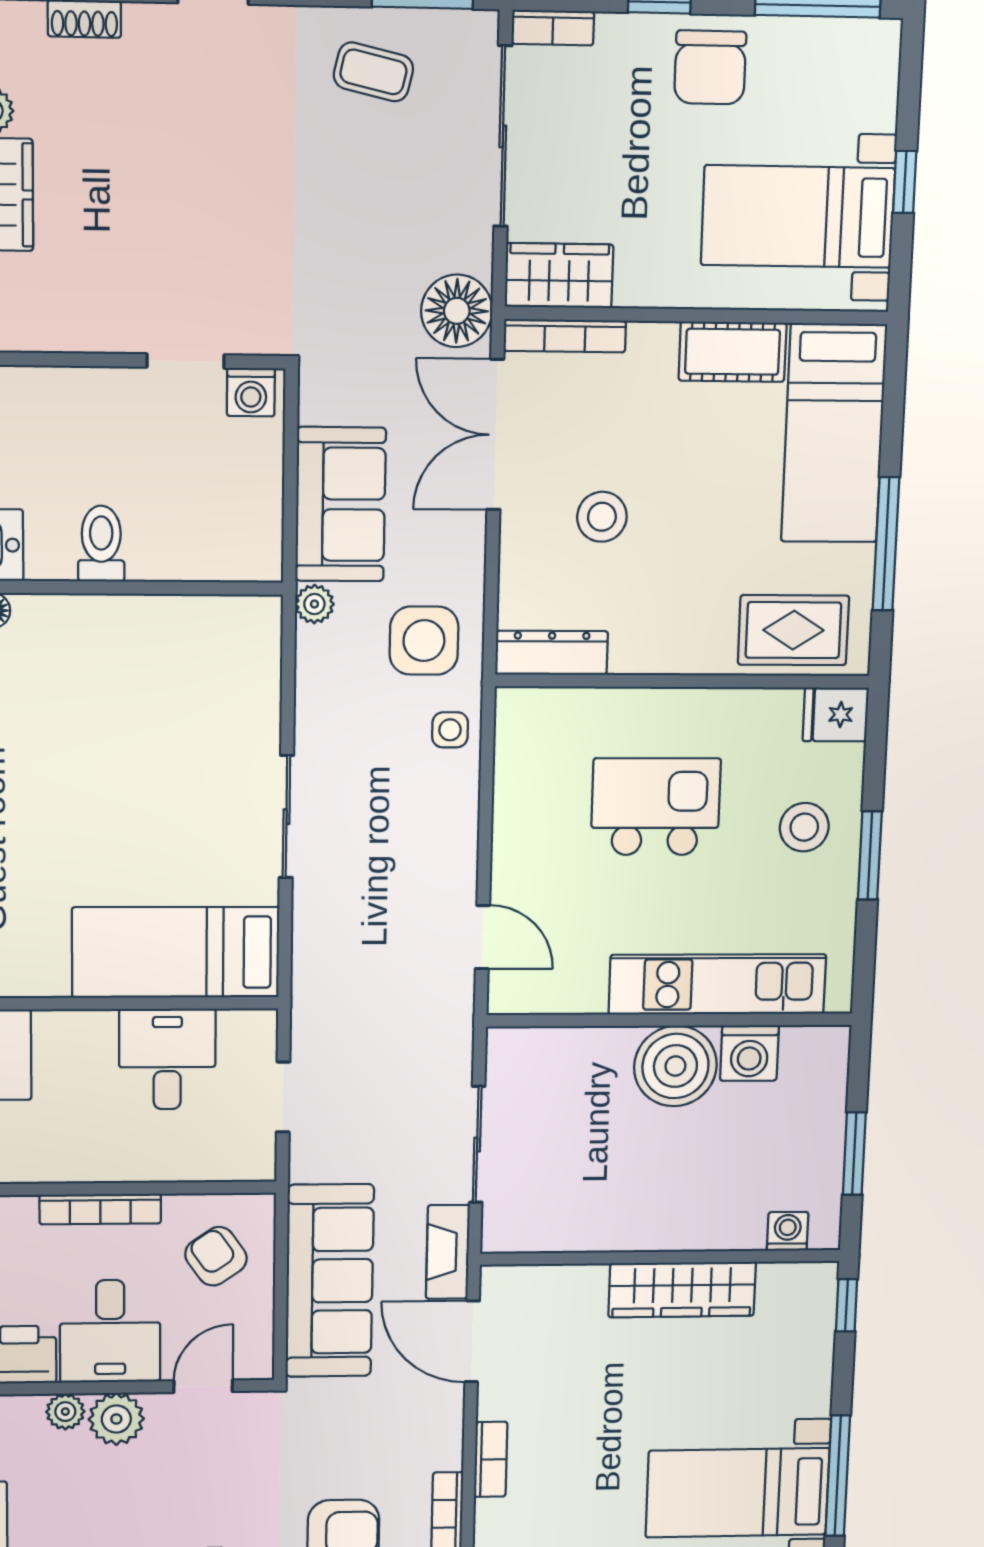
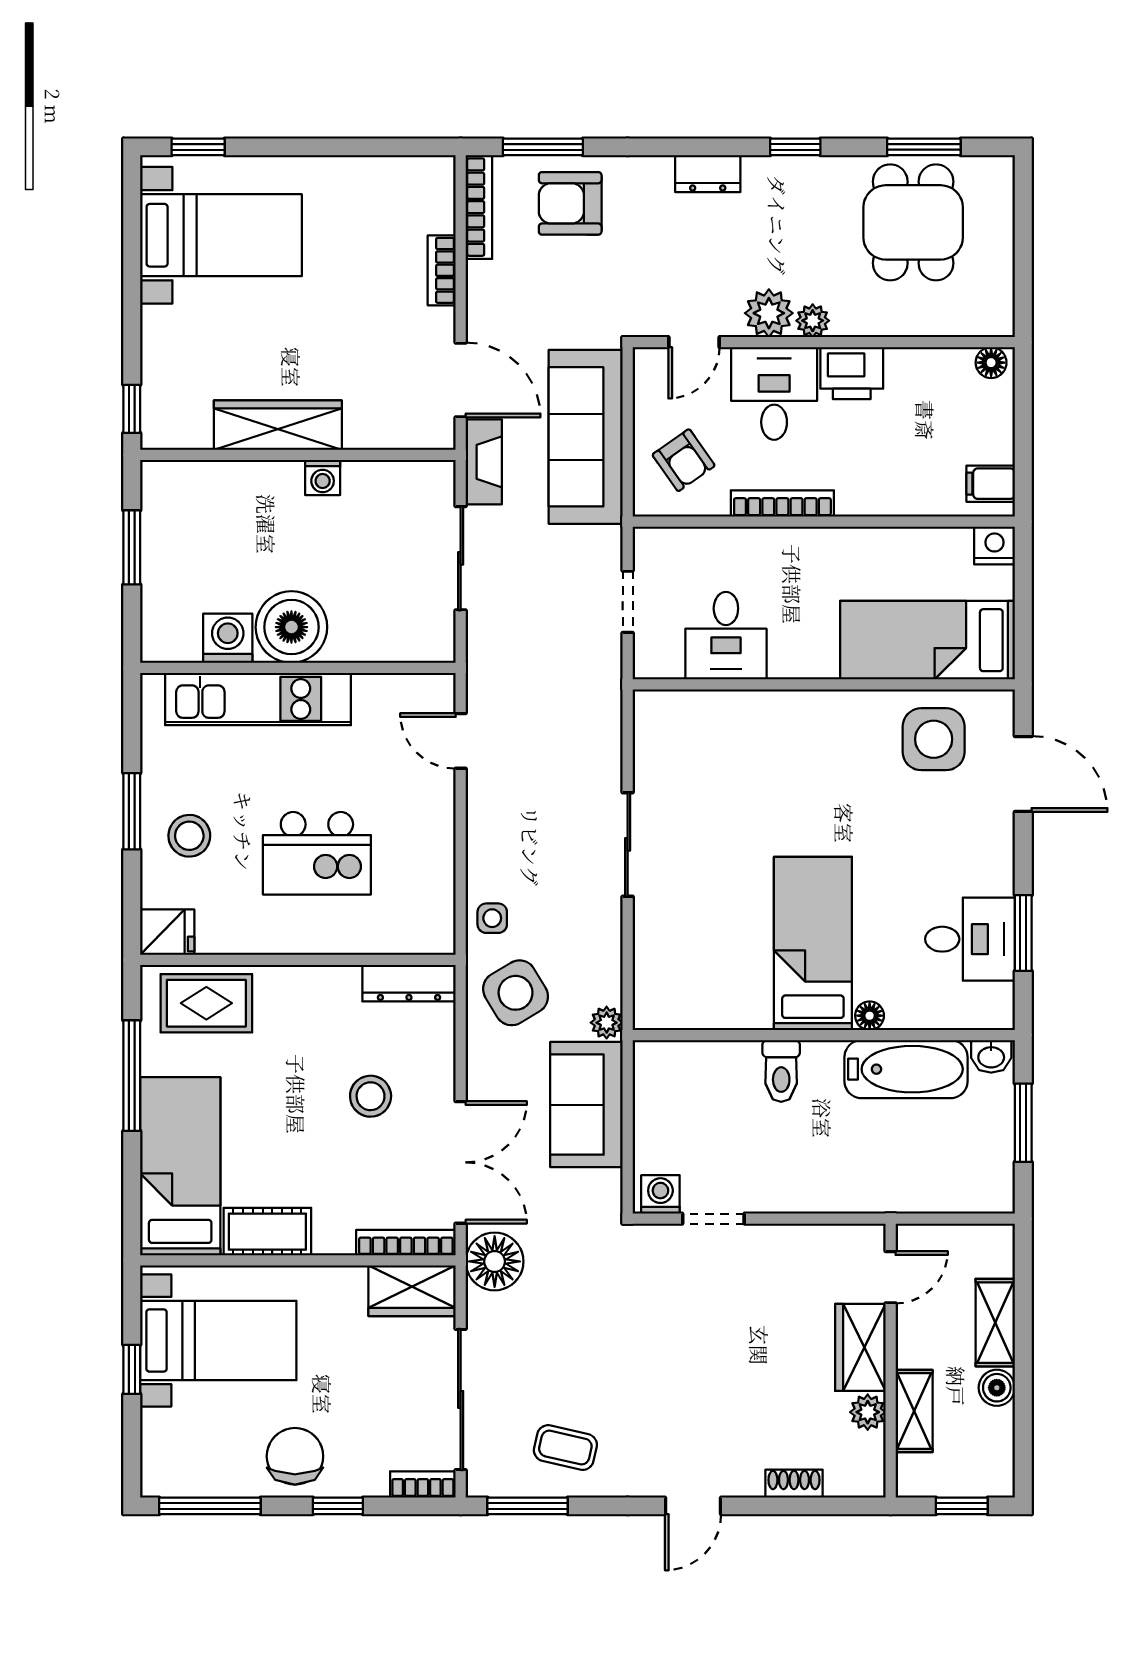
side table: (424, 641) -> (516, 993), turned -31
bed: (176, 952) -> (813, 943), moved, turned -90
washing machine: (788, 1231) -> (323, 477), moved
window: (838, 1476) -> (132, 250), removed

